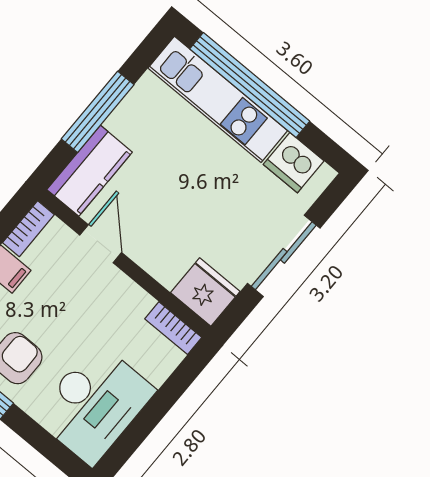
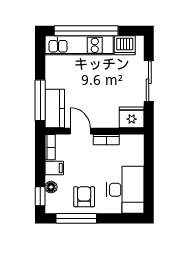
window: (98, 112) -> (40, 100), moved
bookcase: (173, 328) -> (106, 140), moved

